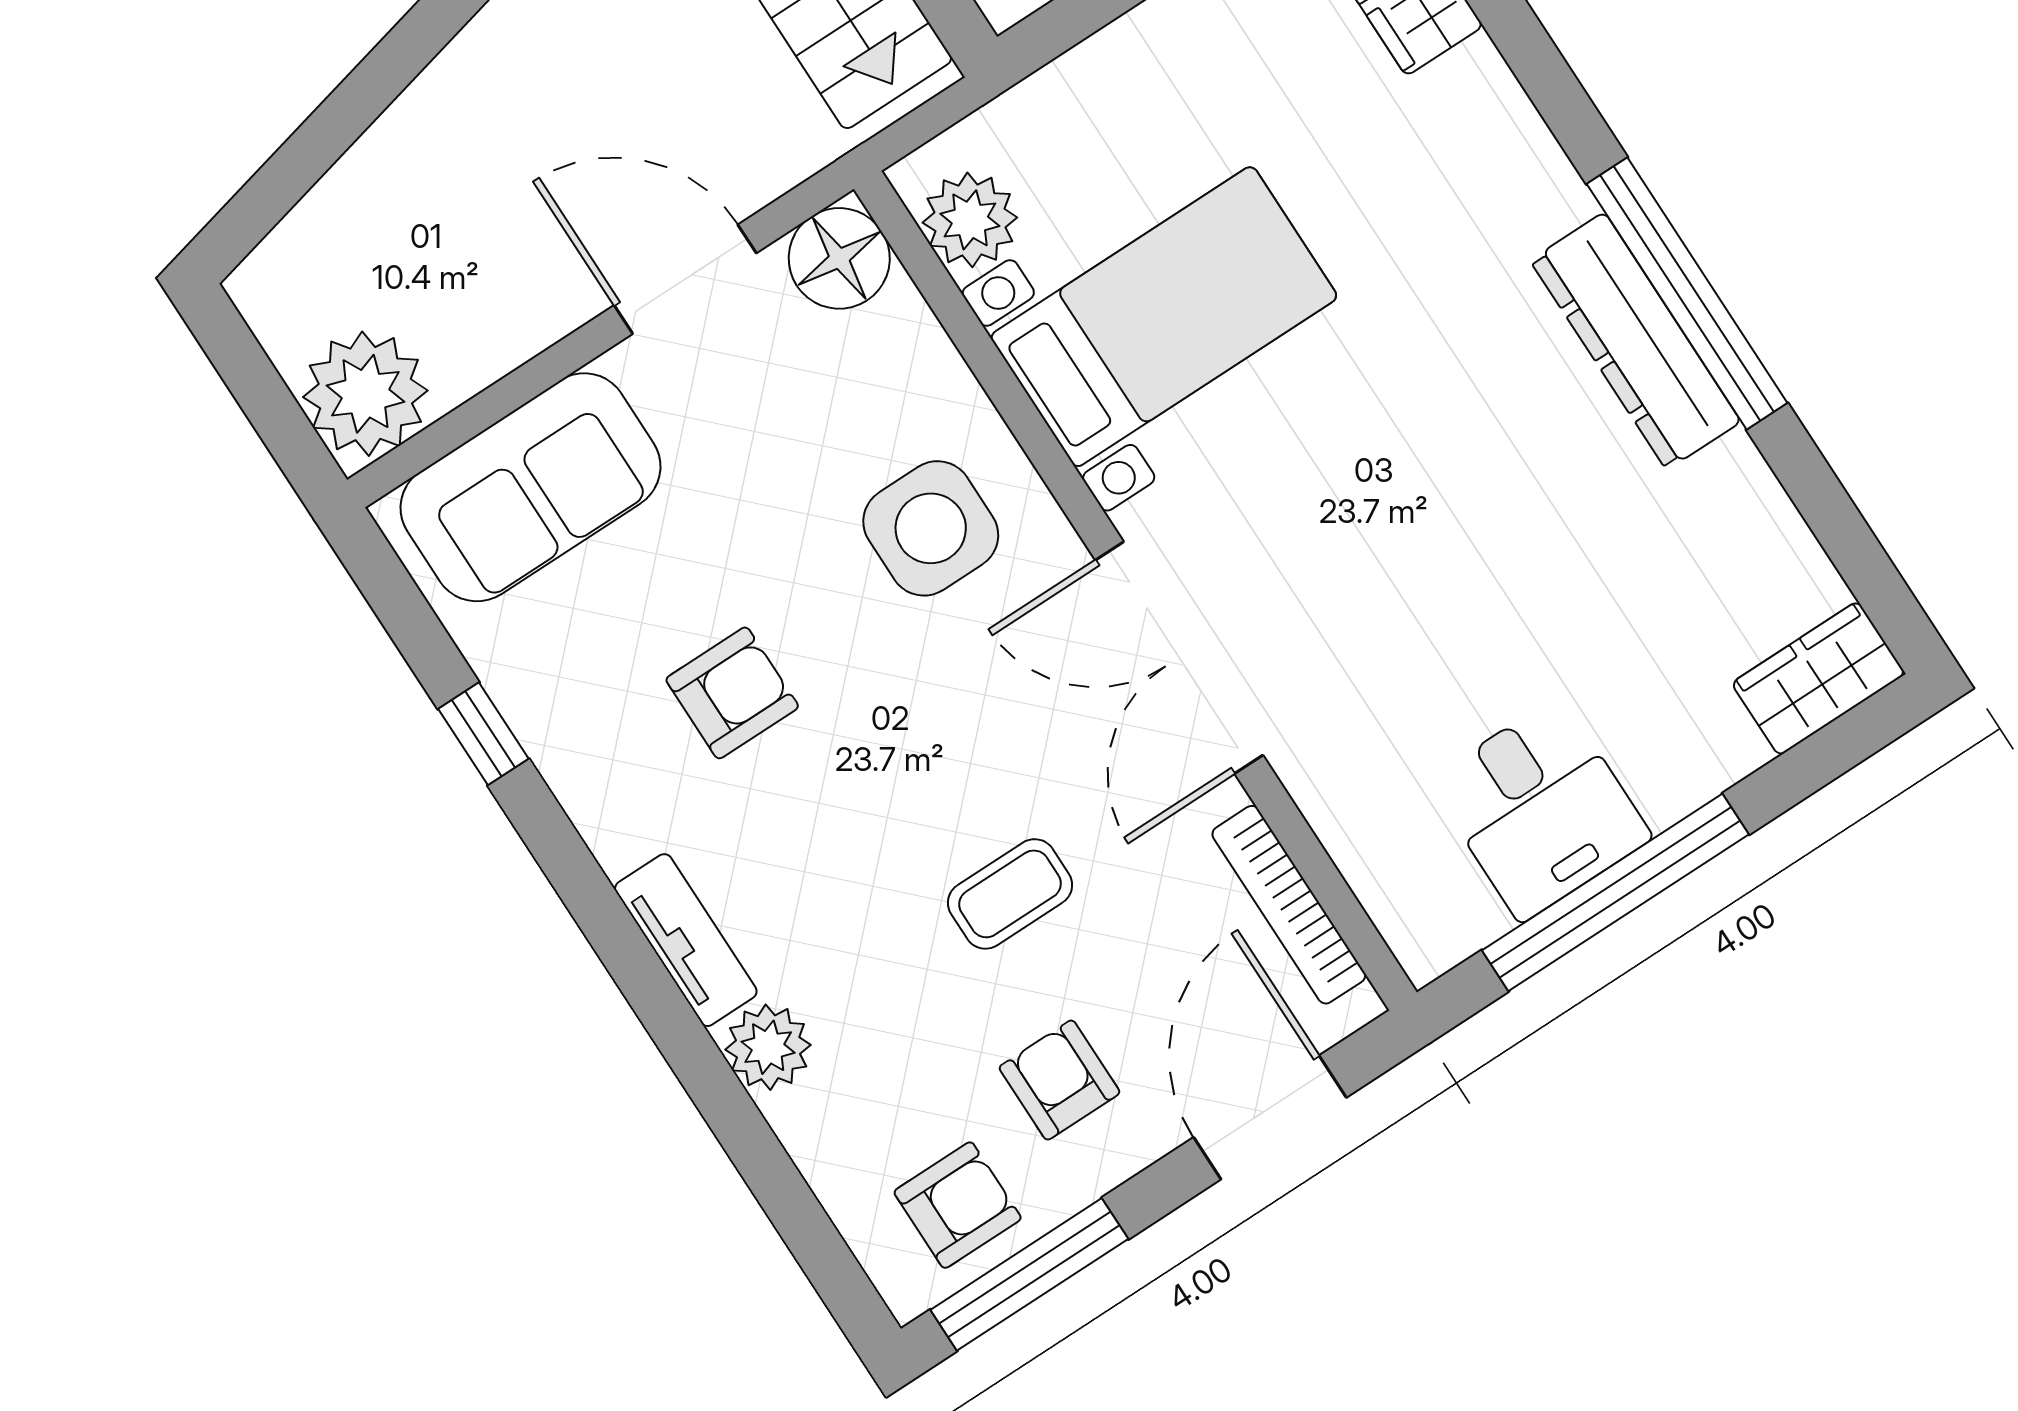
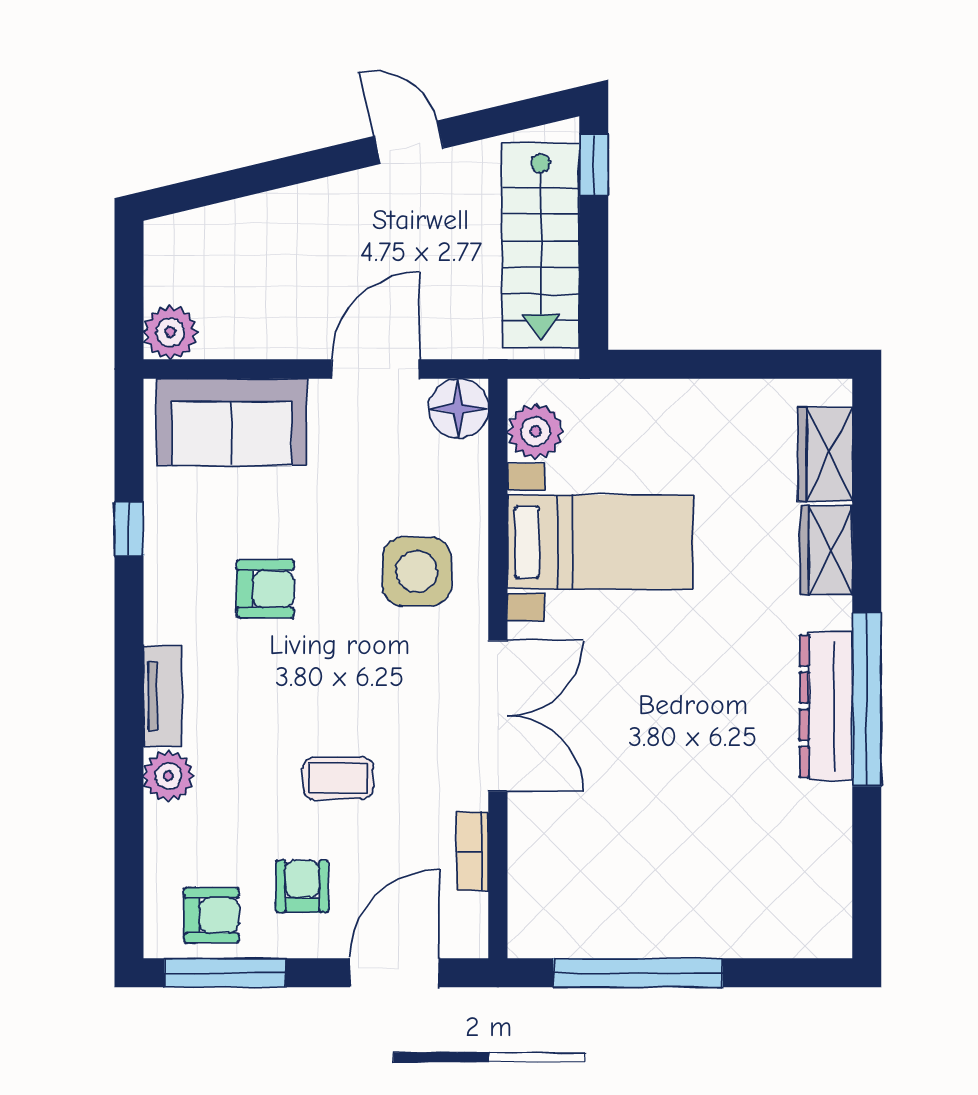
door: (685, 279) -> (375, 369), hinge flipped
plant: (365, 394) -> (170, 332), width x0.73, depth x0.73
double door: (1179, 658) -> (498, 716), swing flipped
wardrobe: (1818, 678) -> (826, 550), moved, turned -90
desk: (1540, 809) -> (628, 907), removed
bookcase: (1289, 905) -> (472, 851), width x0.64

